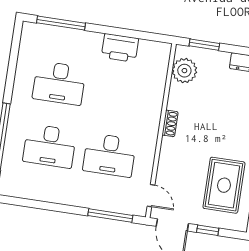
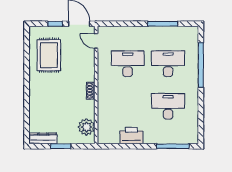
window: (204, 45) -> (61, 146), moved
window: (110, 216) -> (163, 24), moved

